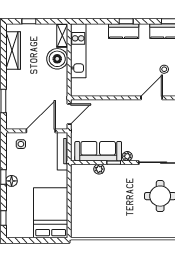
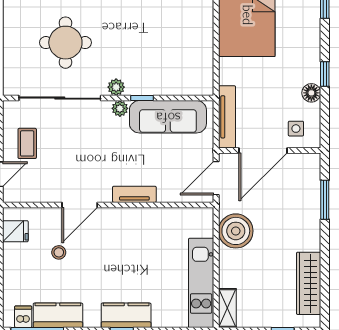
boiler: (57, 59) -> (236, 231), moved
tv unit: (118, 104) -> (134, 194), added
plant: (99, 169) -> (116, 87), moved
floor lamp: (12, 181) -> (311, 93), moved

